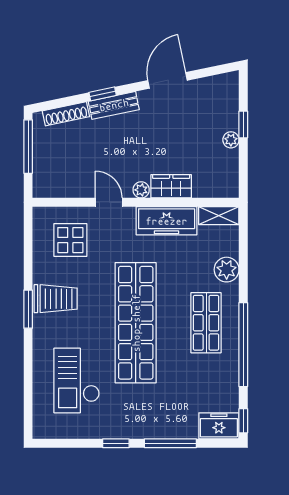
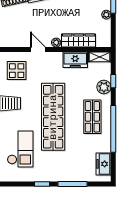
wardrobe: (171, 186) -> (79, 41), width x1.50
freezer: (167, 221) -> (75, 60), width x0.71
checkout: (77, 380) -> (20, 149), turned 180
window: (243, 421) -> (113, 81), moved
freezer: (219, 426) -> (103, 164), moved, turned -90

